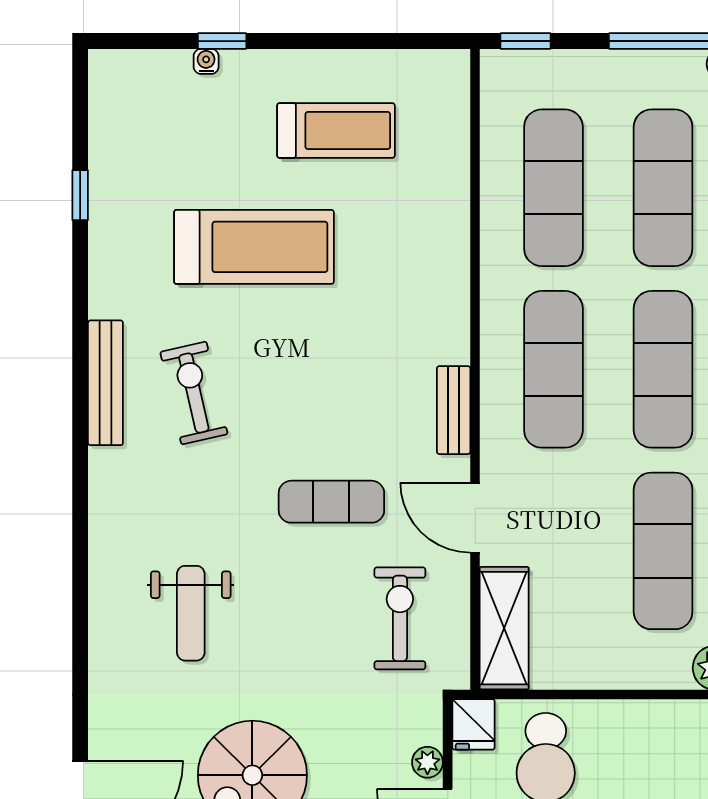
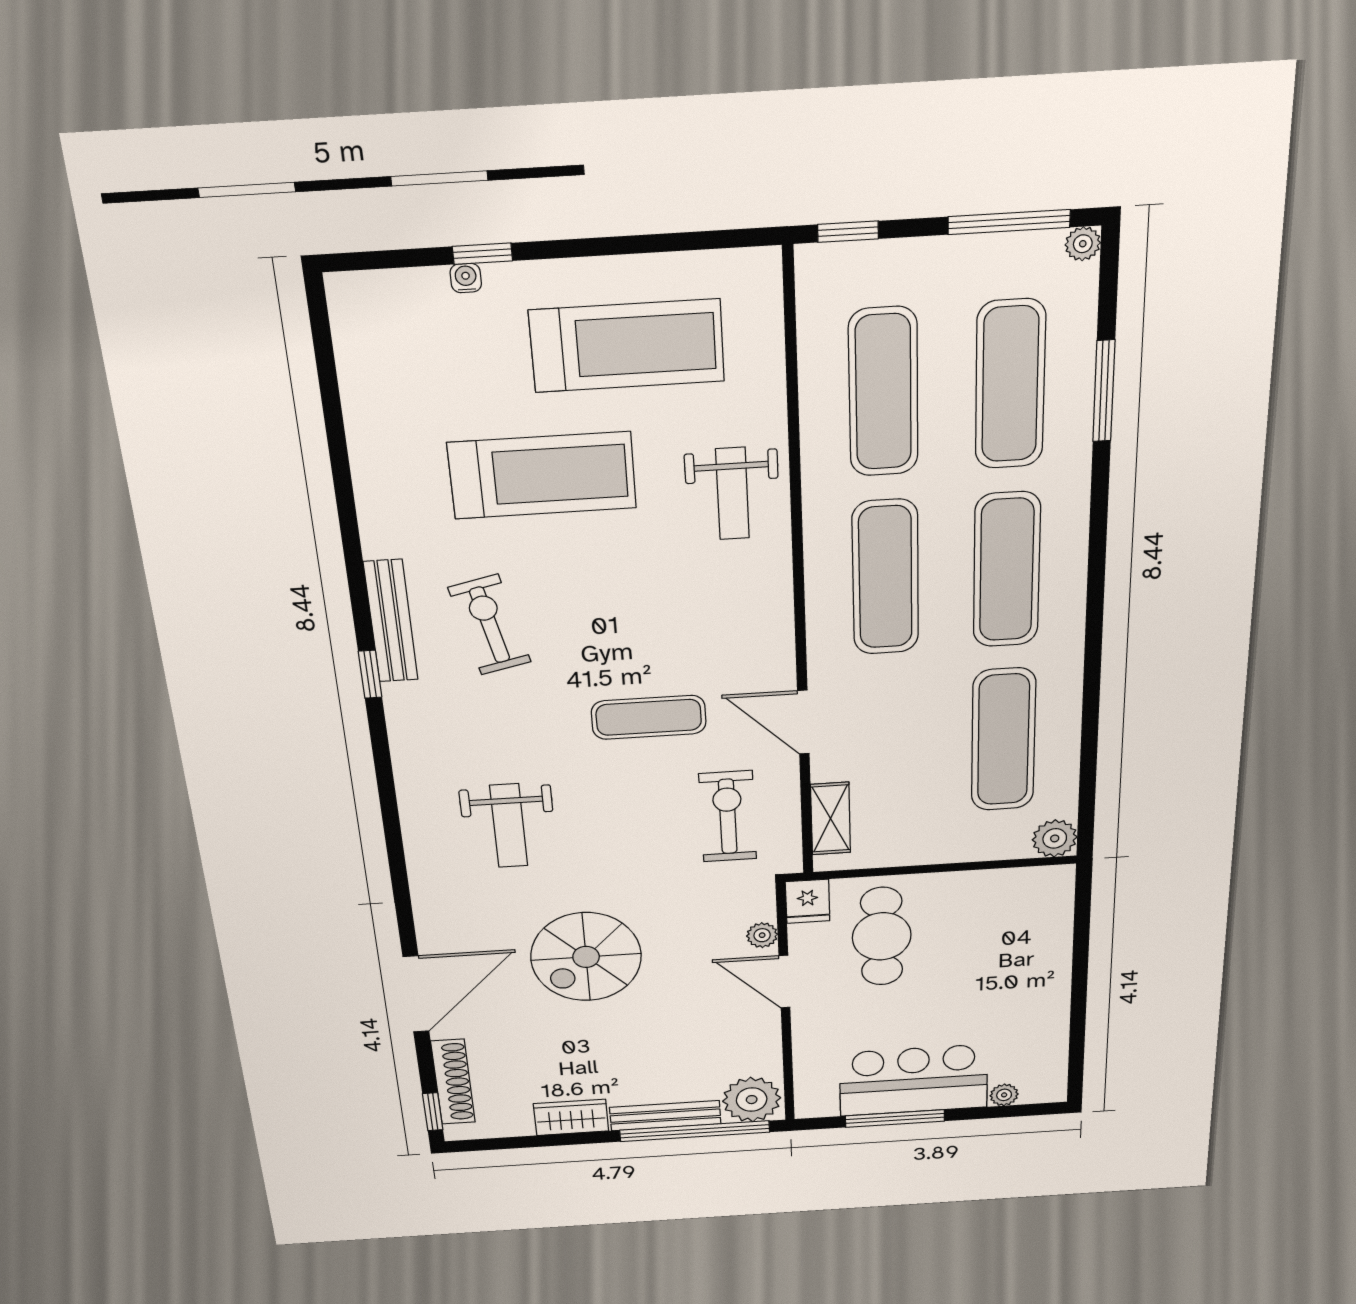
treadmill: (336, 130) -> (627, 346), width x1.37, depth x1.38
window: (80, 195) -> (370, 674), moved
weight bench: (419, 276) -> (733, 494), added
bench: (454, 410) -> (776, 624), removed
shelving: (504, 628) -> (830, 819), width x0.67, depth x0.75

